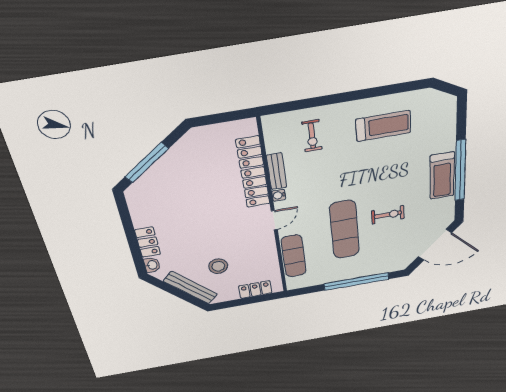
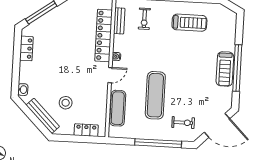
bench: (277, 171) -> (119, 21), moved
exercise bike: (388, 215) -> (183, 123), moved
locker: (148, 242) -> (26, 48), moved

